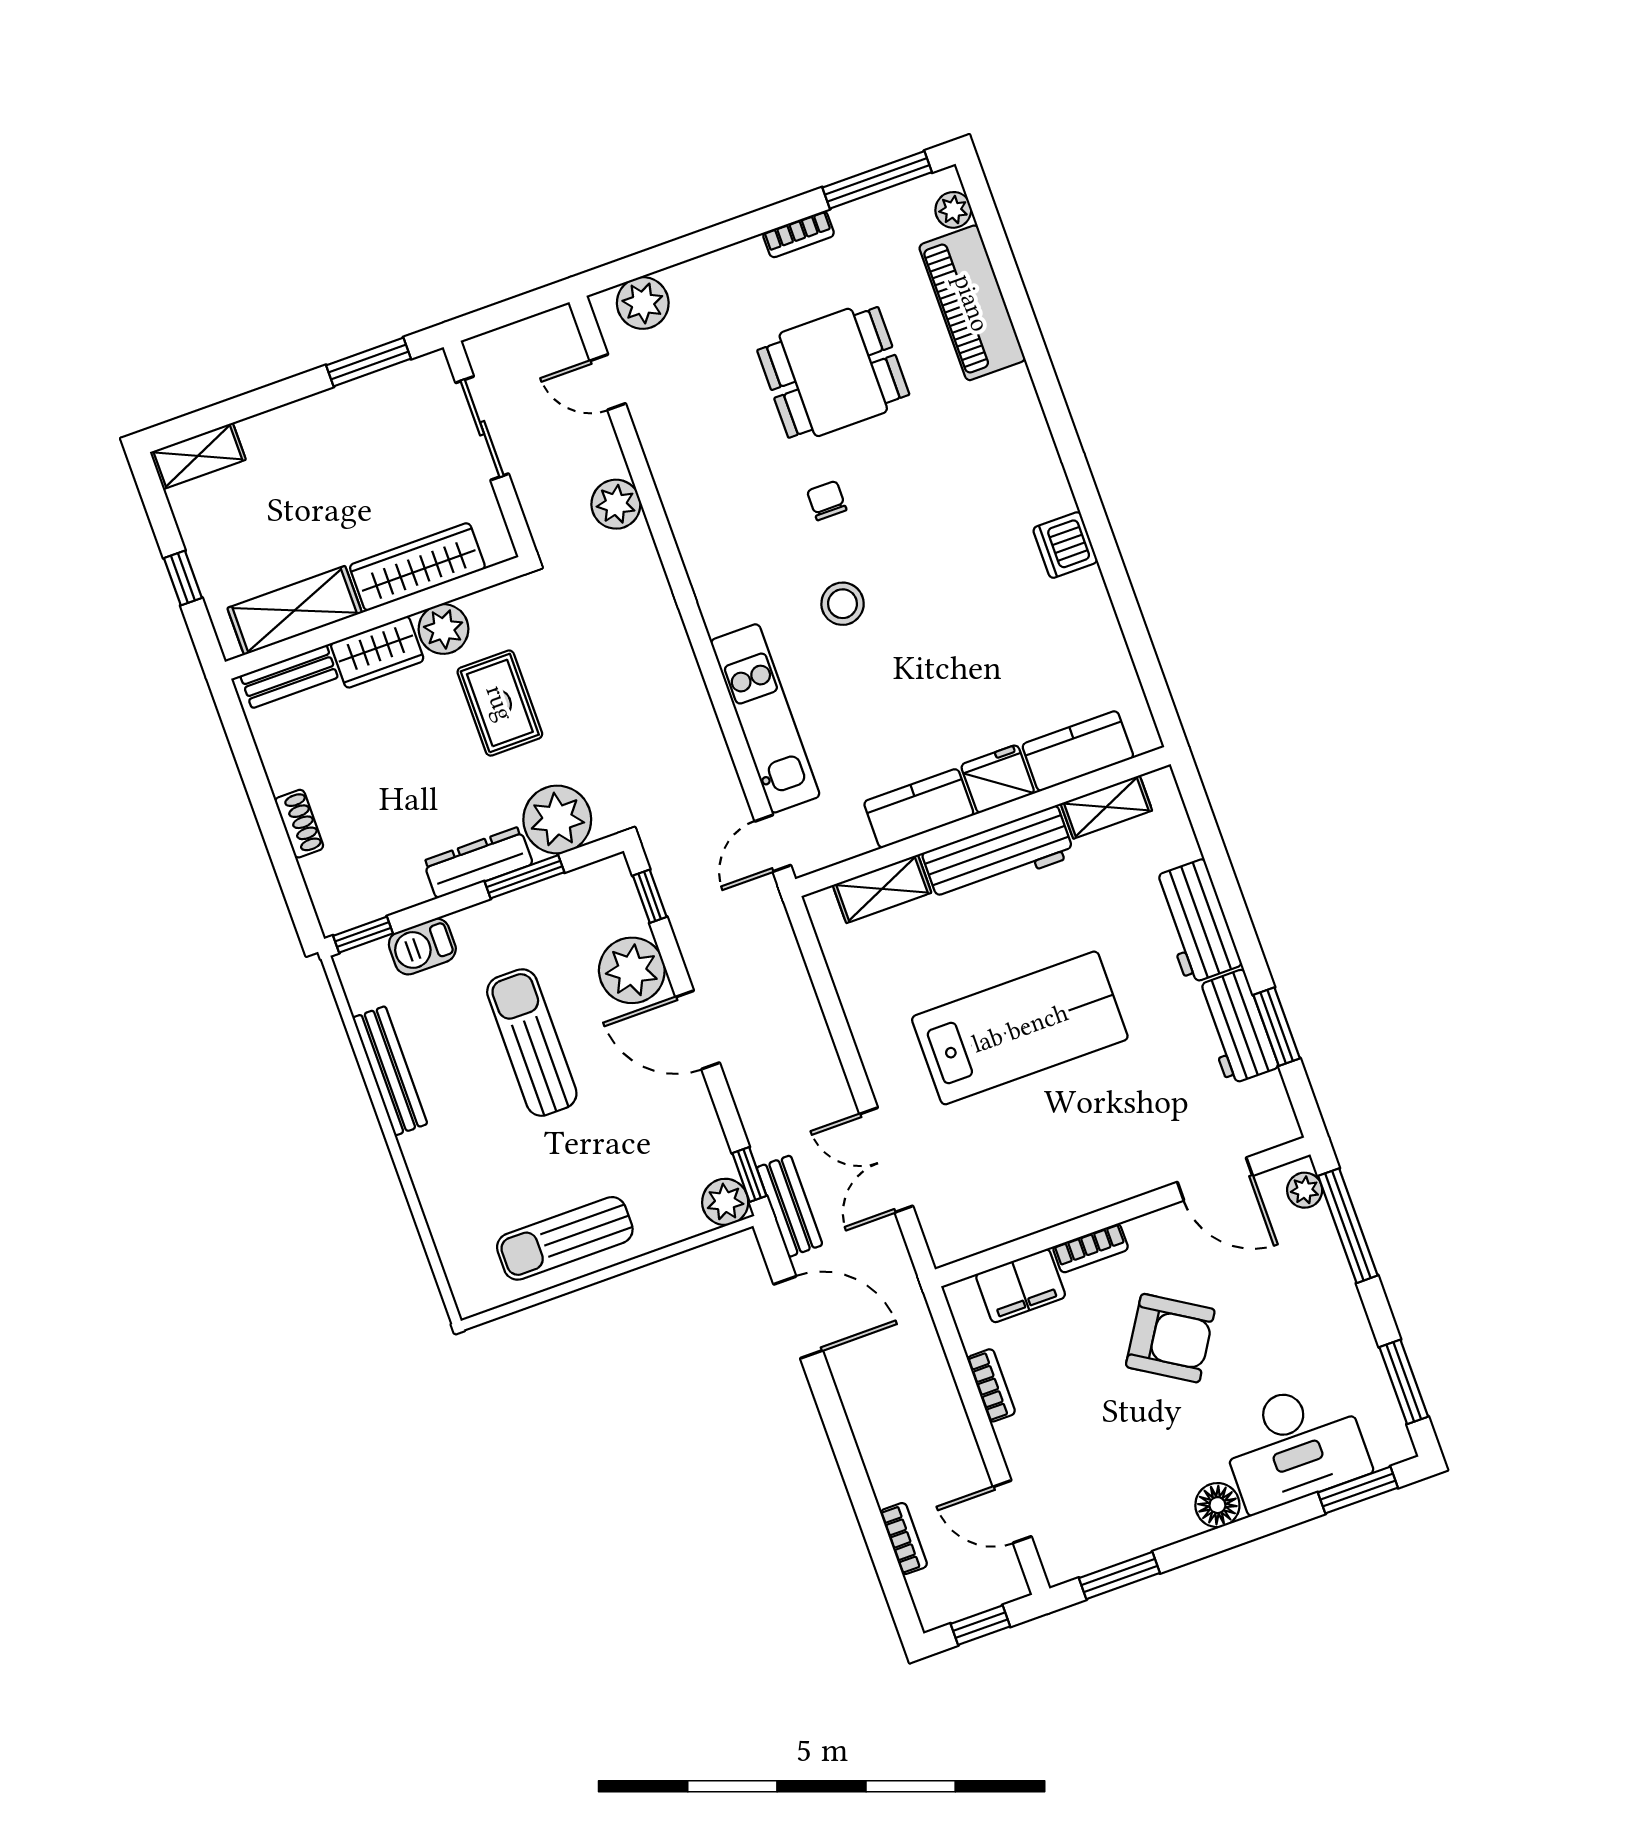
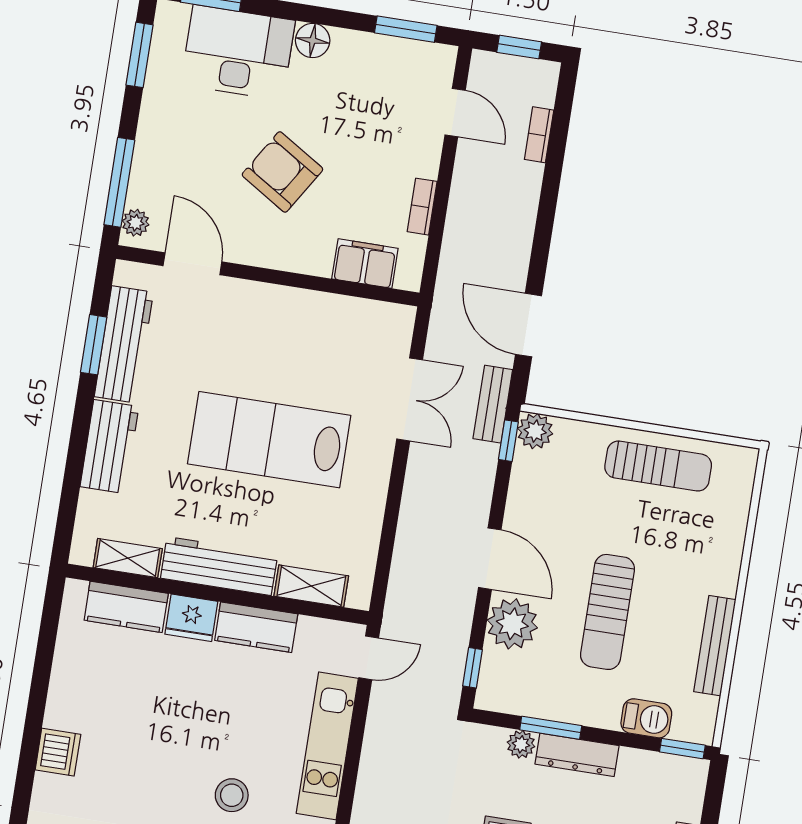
plant: (557, 820) -> (521, 744), width x0.53, depth x0.53
workbench: (1236, 1027) -> (124, 344), width x1.38
bookcase: (1091, 1248) -> (303, 263), removed

